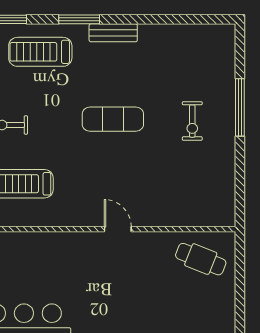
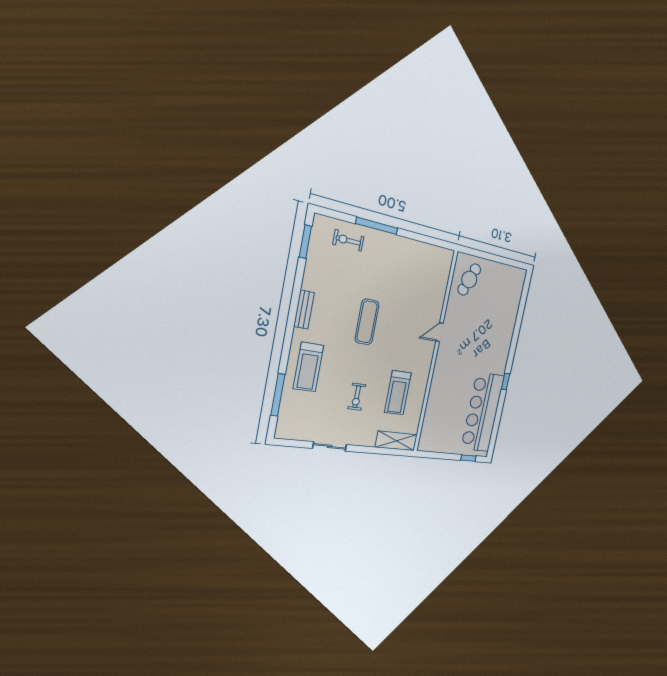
window: (79, 19) -> (305, 242), moved
exercise bike: (192, 121) -> (348, 240), moved, turned 180

